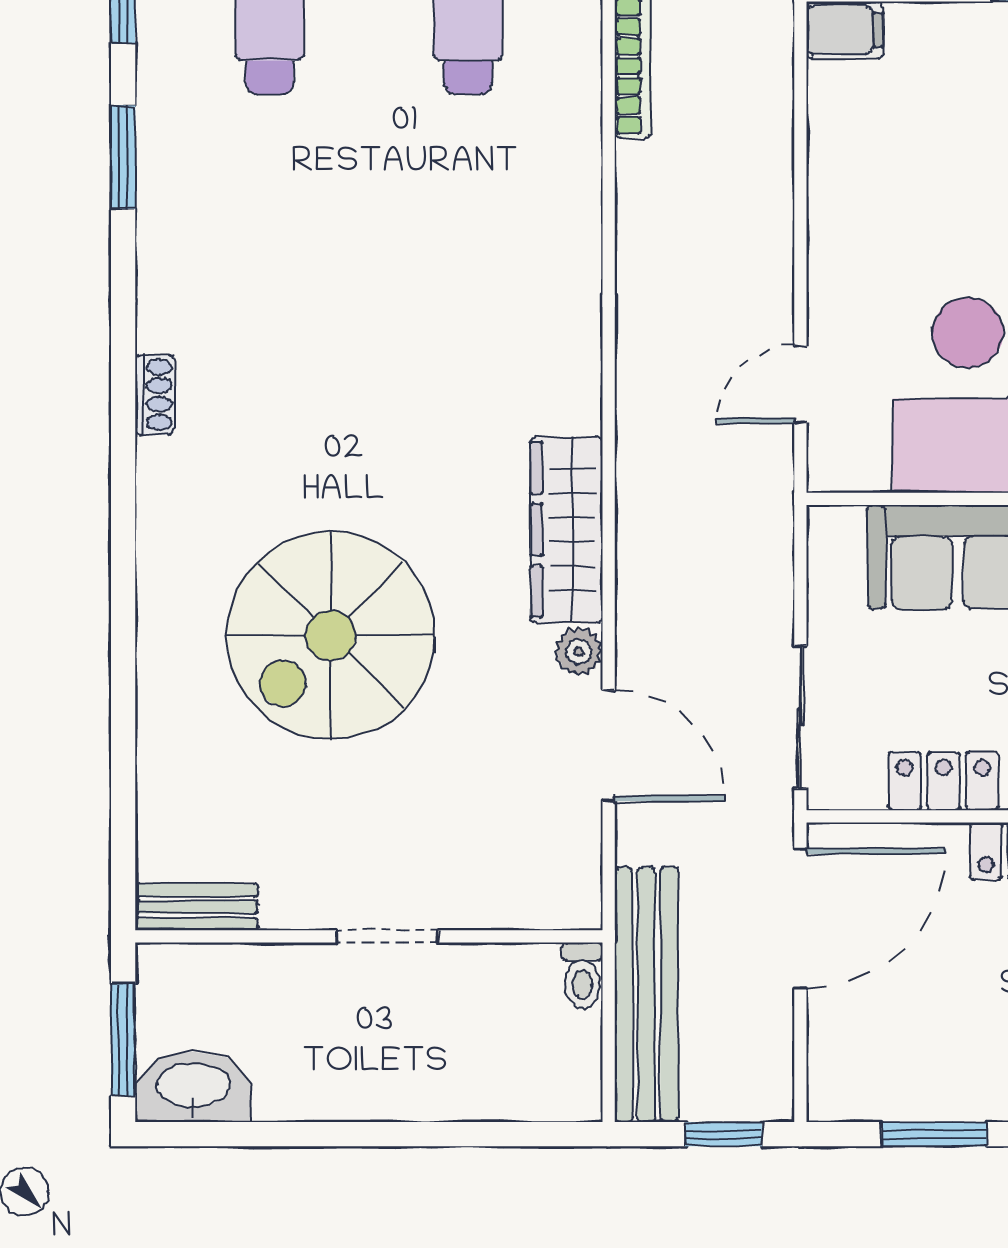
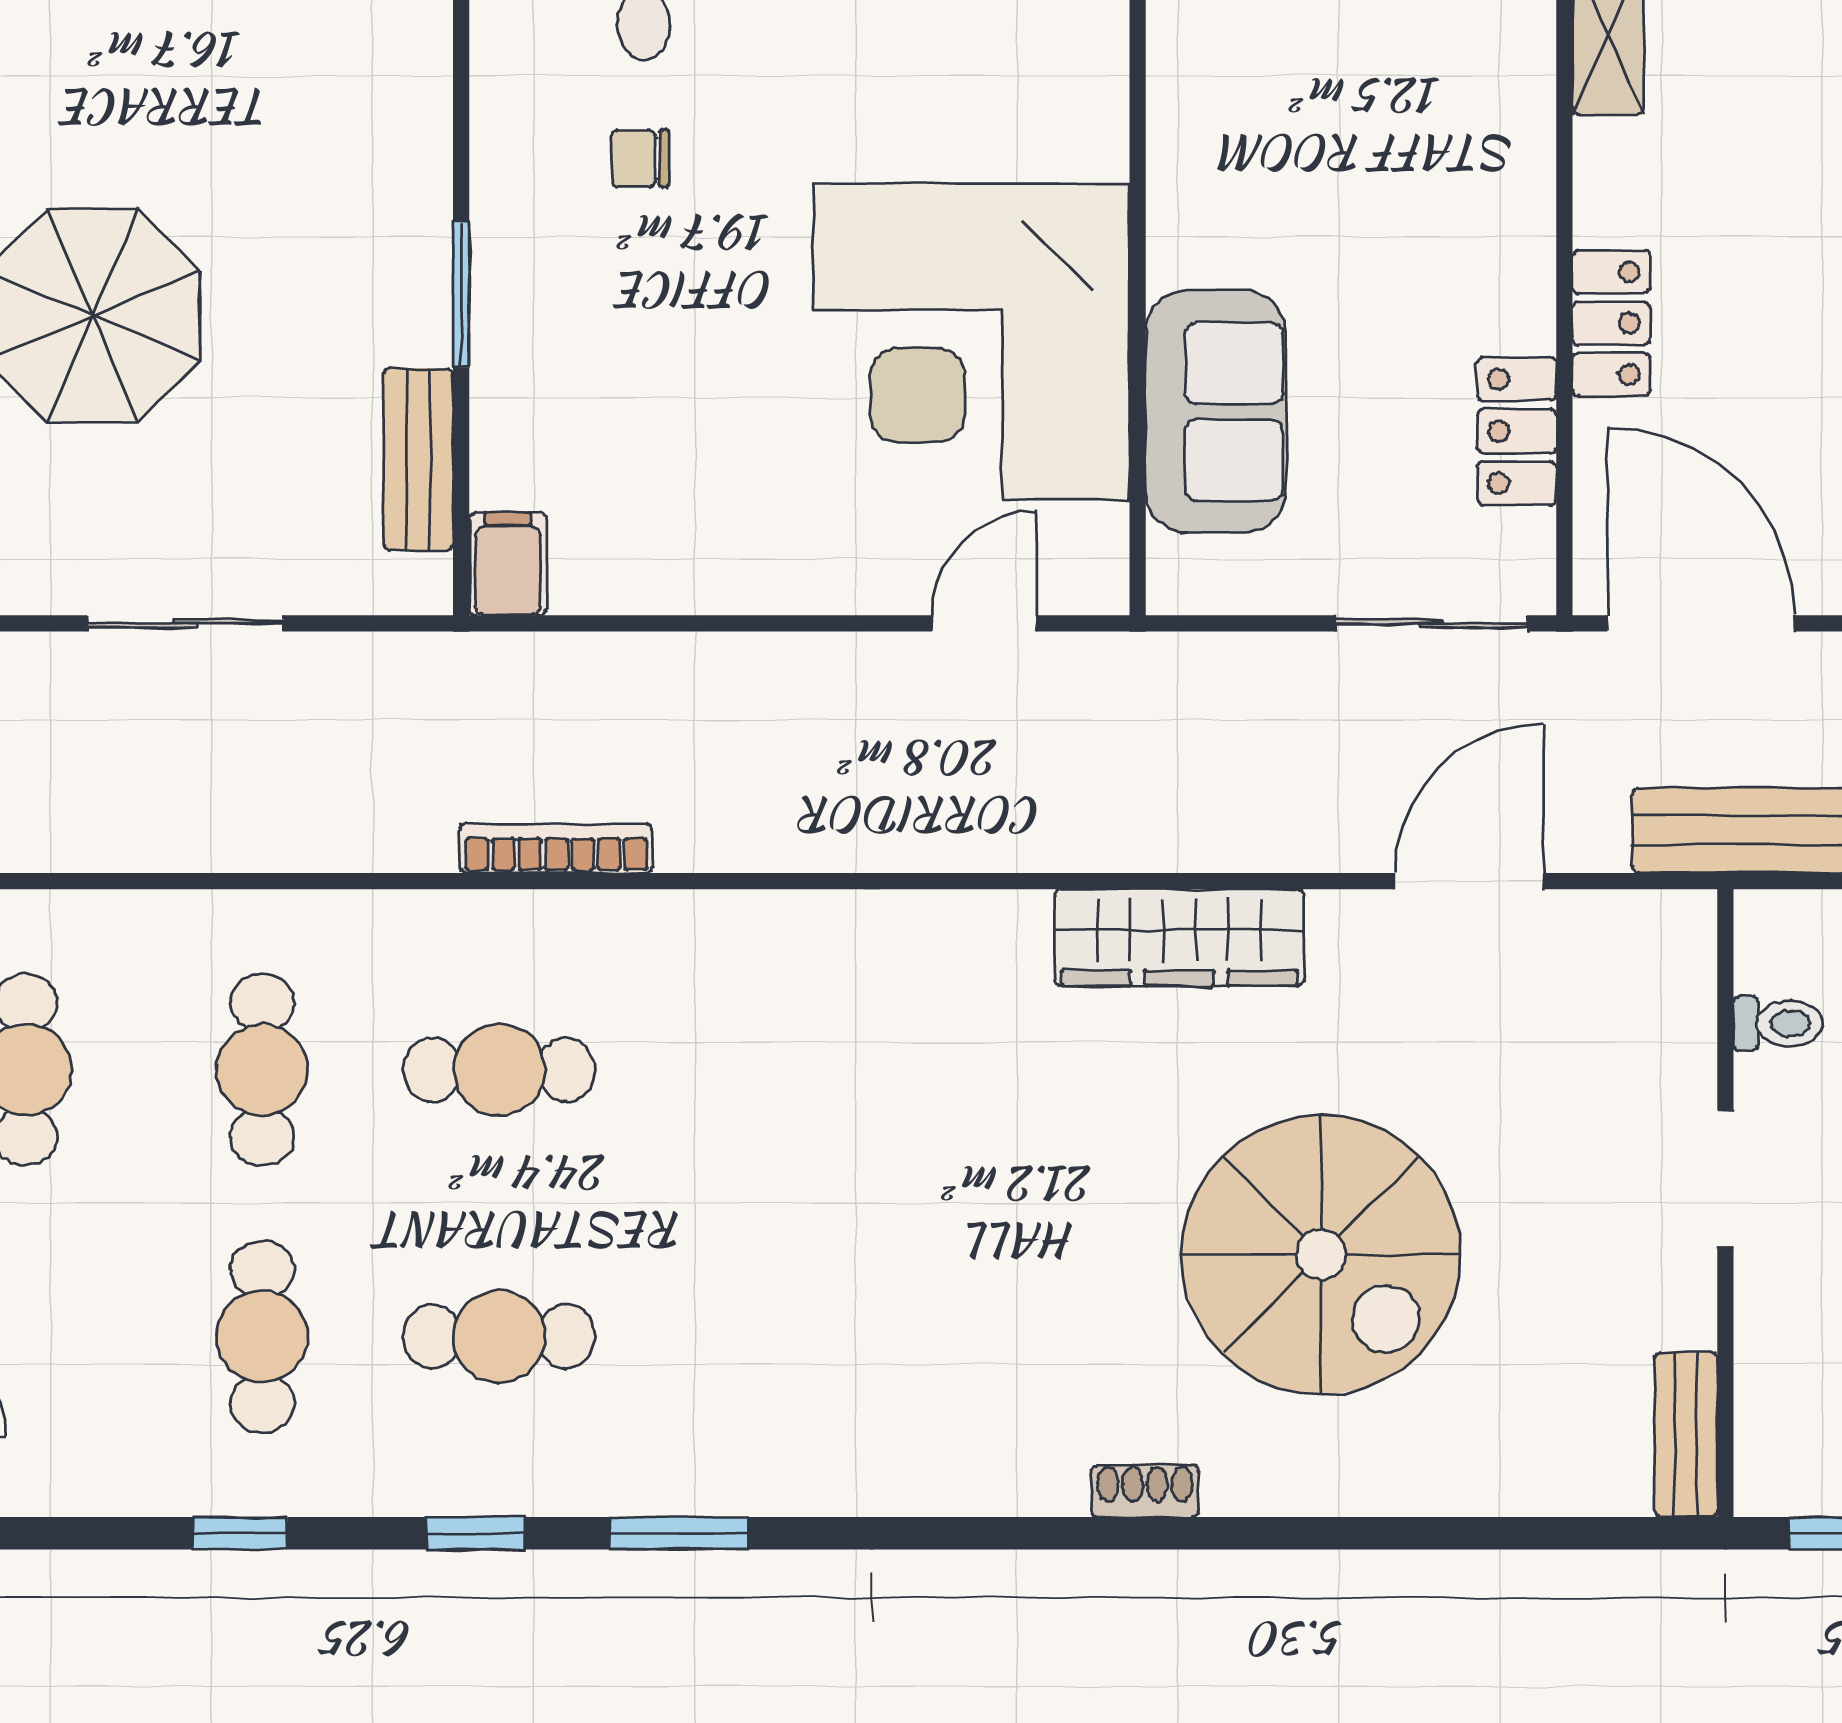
door: (800, 384) -> (984, 623), swing flipped
shoe rack: (154, 395) -> (1145, 1491), moved
plant: (579, 652) -> (1343, 922), removed
toilet: (582, 976) -> (1778, 1024), moved

